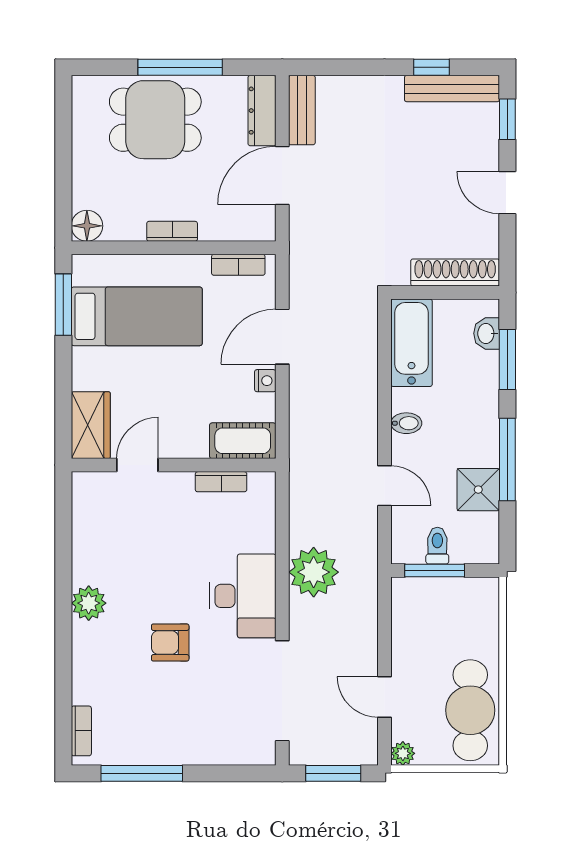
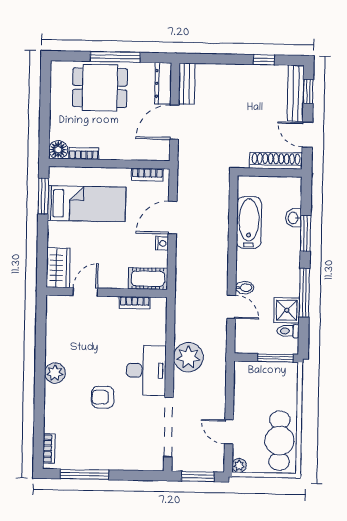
bench: (452, 89) -> (296, 93), moved, turned 90
bookcase: (172, 231) -> (84, 153), moved
shoe rack: (455, 272) -> (276, 161), moved
wall: (445, 293) -> (270, 172), moved
bidet: (406, 423) -> (245, 288), moved
toilet: (437, 546) -> (288, 331), moved, turned -90
window: (435, 571) -> (275, 358), moved

